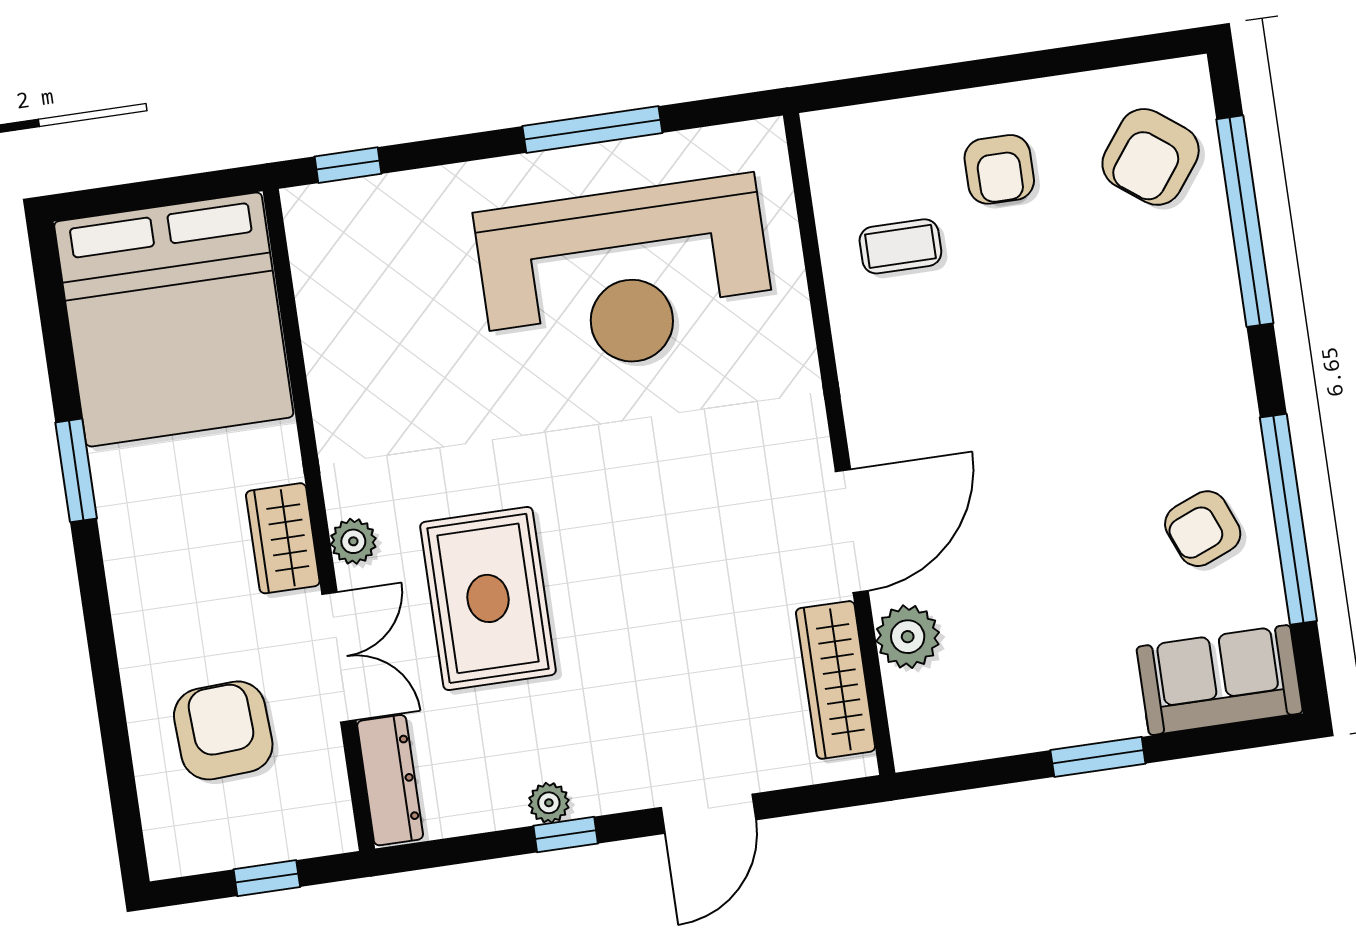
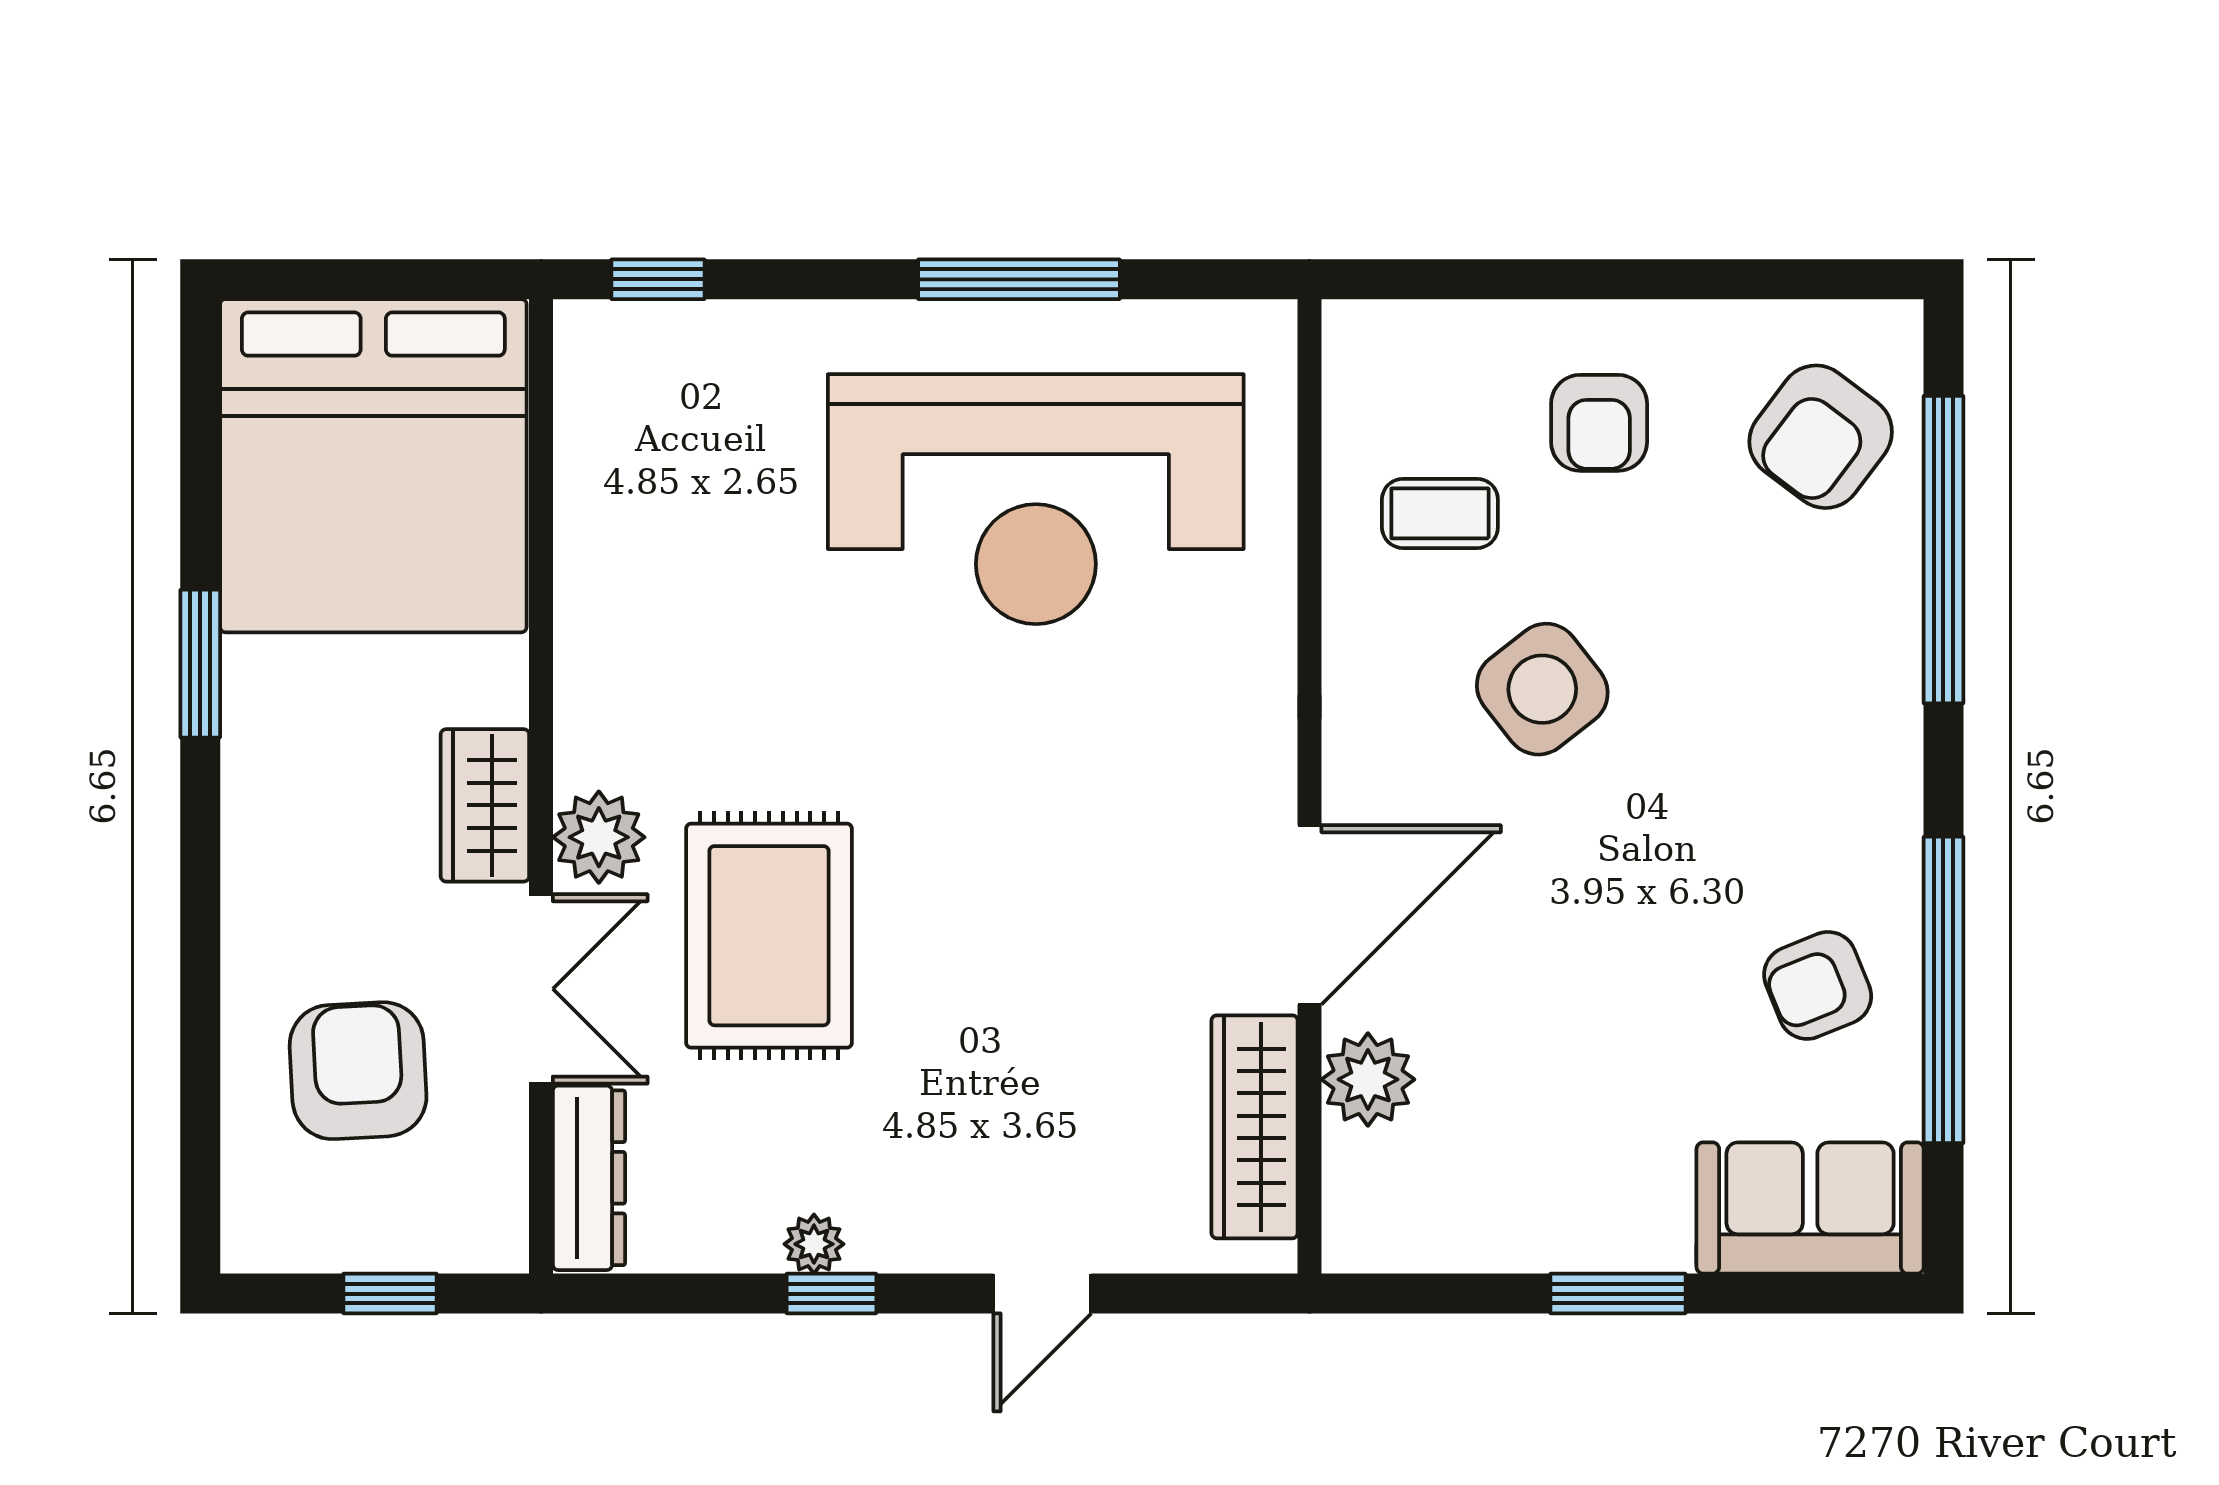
side table: (987, 355) -> (1542, 689), added
plant: (353, 541) -> (599, 837), width x1.38, depth x1.38
door: (708, 814) -> (1042, 1294), width x0.73

